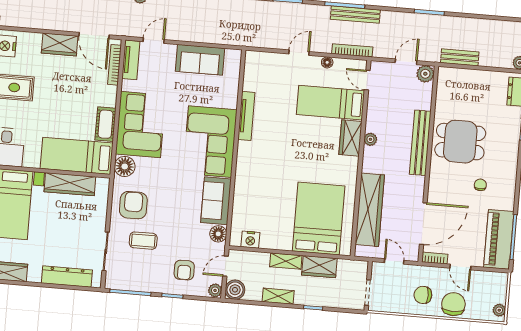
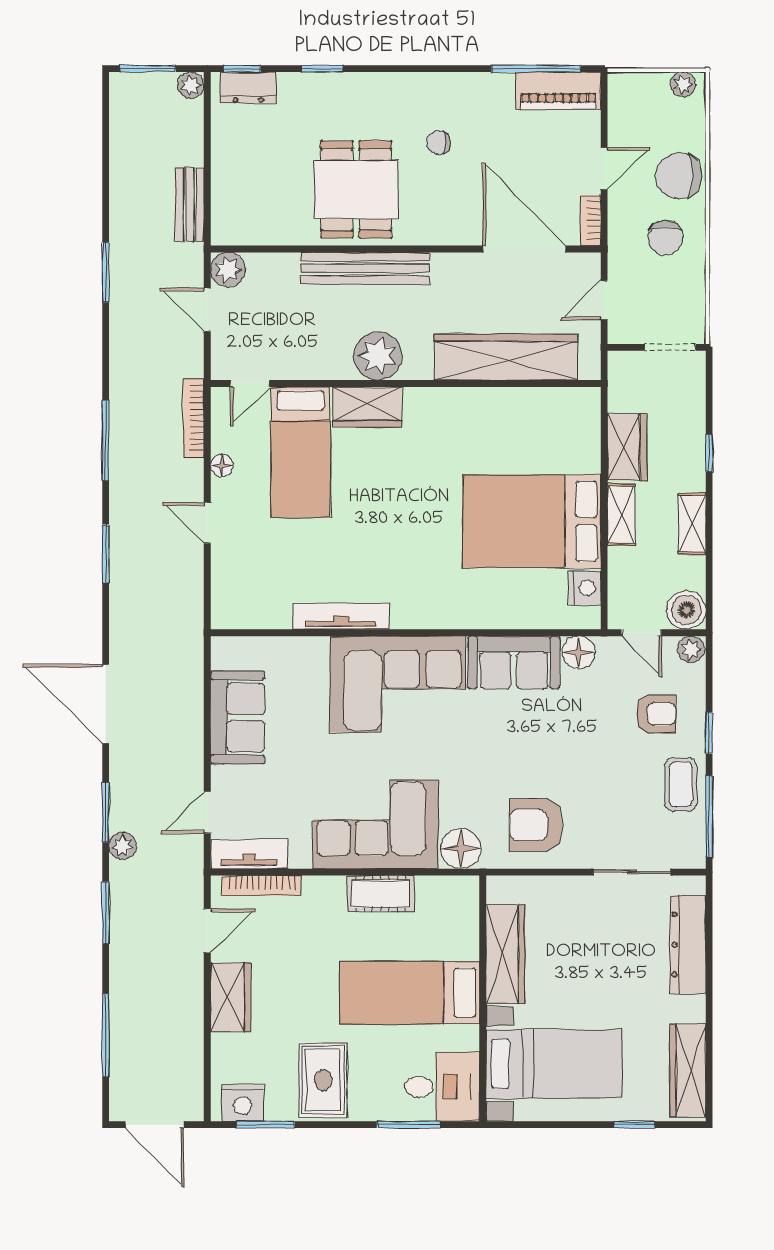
bench: (355, 15) -> (122, 418), removed
door: (94, 36) -> (207, 931), width x0.73
door: (154, 41) -> (207, 812), hinge flipped
plant: (370, 139) -> (378, 356), width x1.88, depth x1.88
bed: (77, 156) -> (410, 993), moved, turned 90
bed: (319, 219) -> (532, 521), moved
piano: (499, 239) -> (559, 91), width x0.73, depth x0.75
coffee table: (143, 241) -> (681, 784), moved

